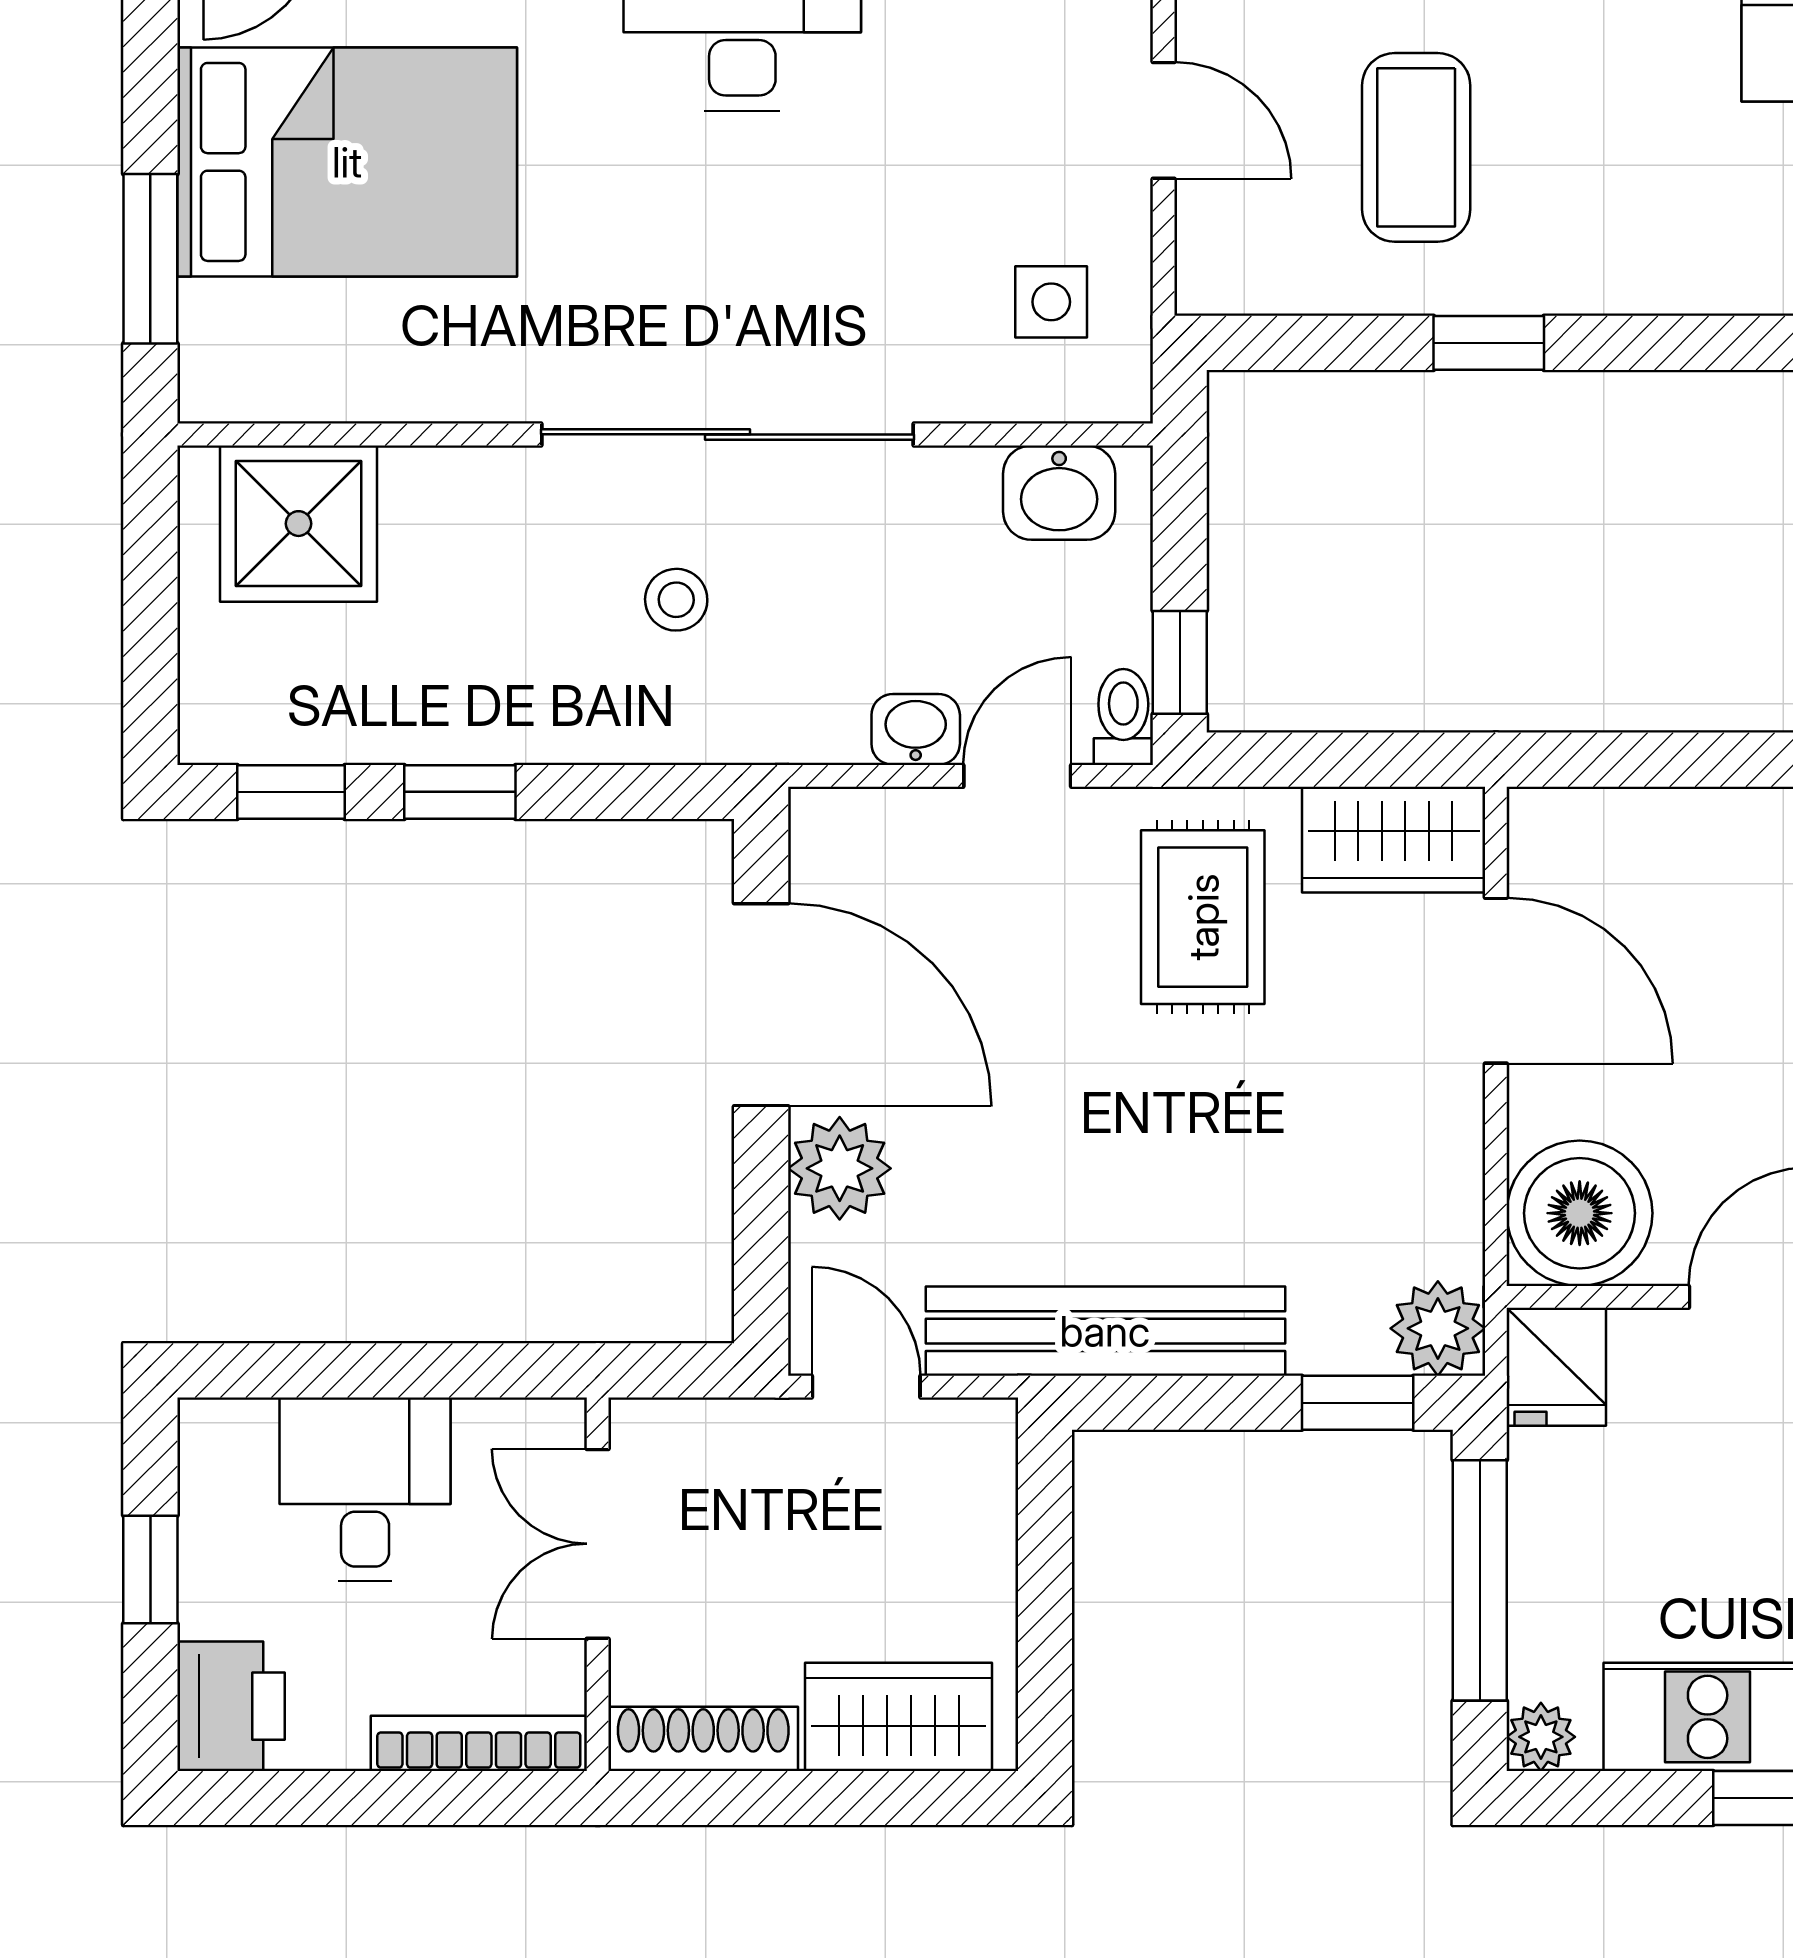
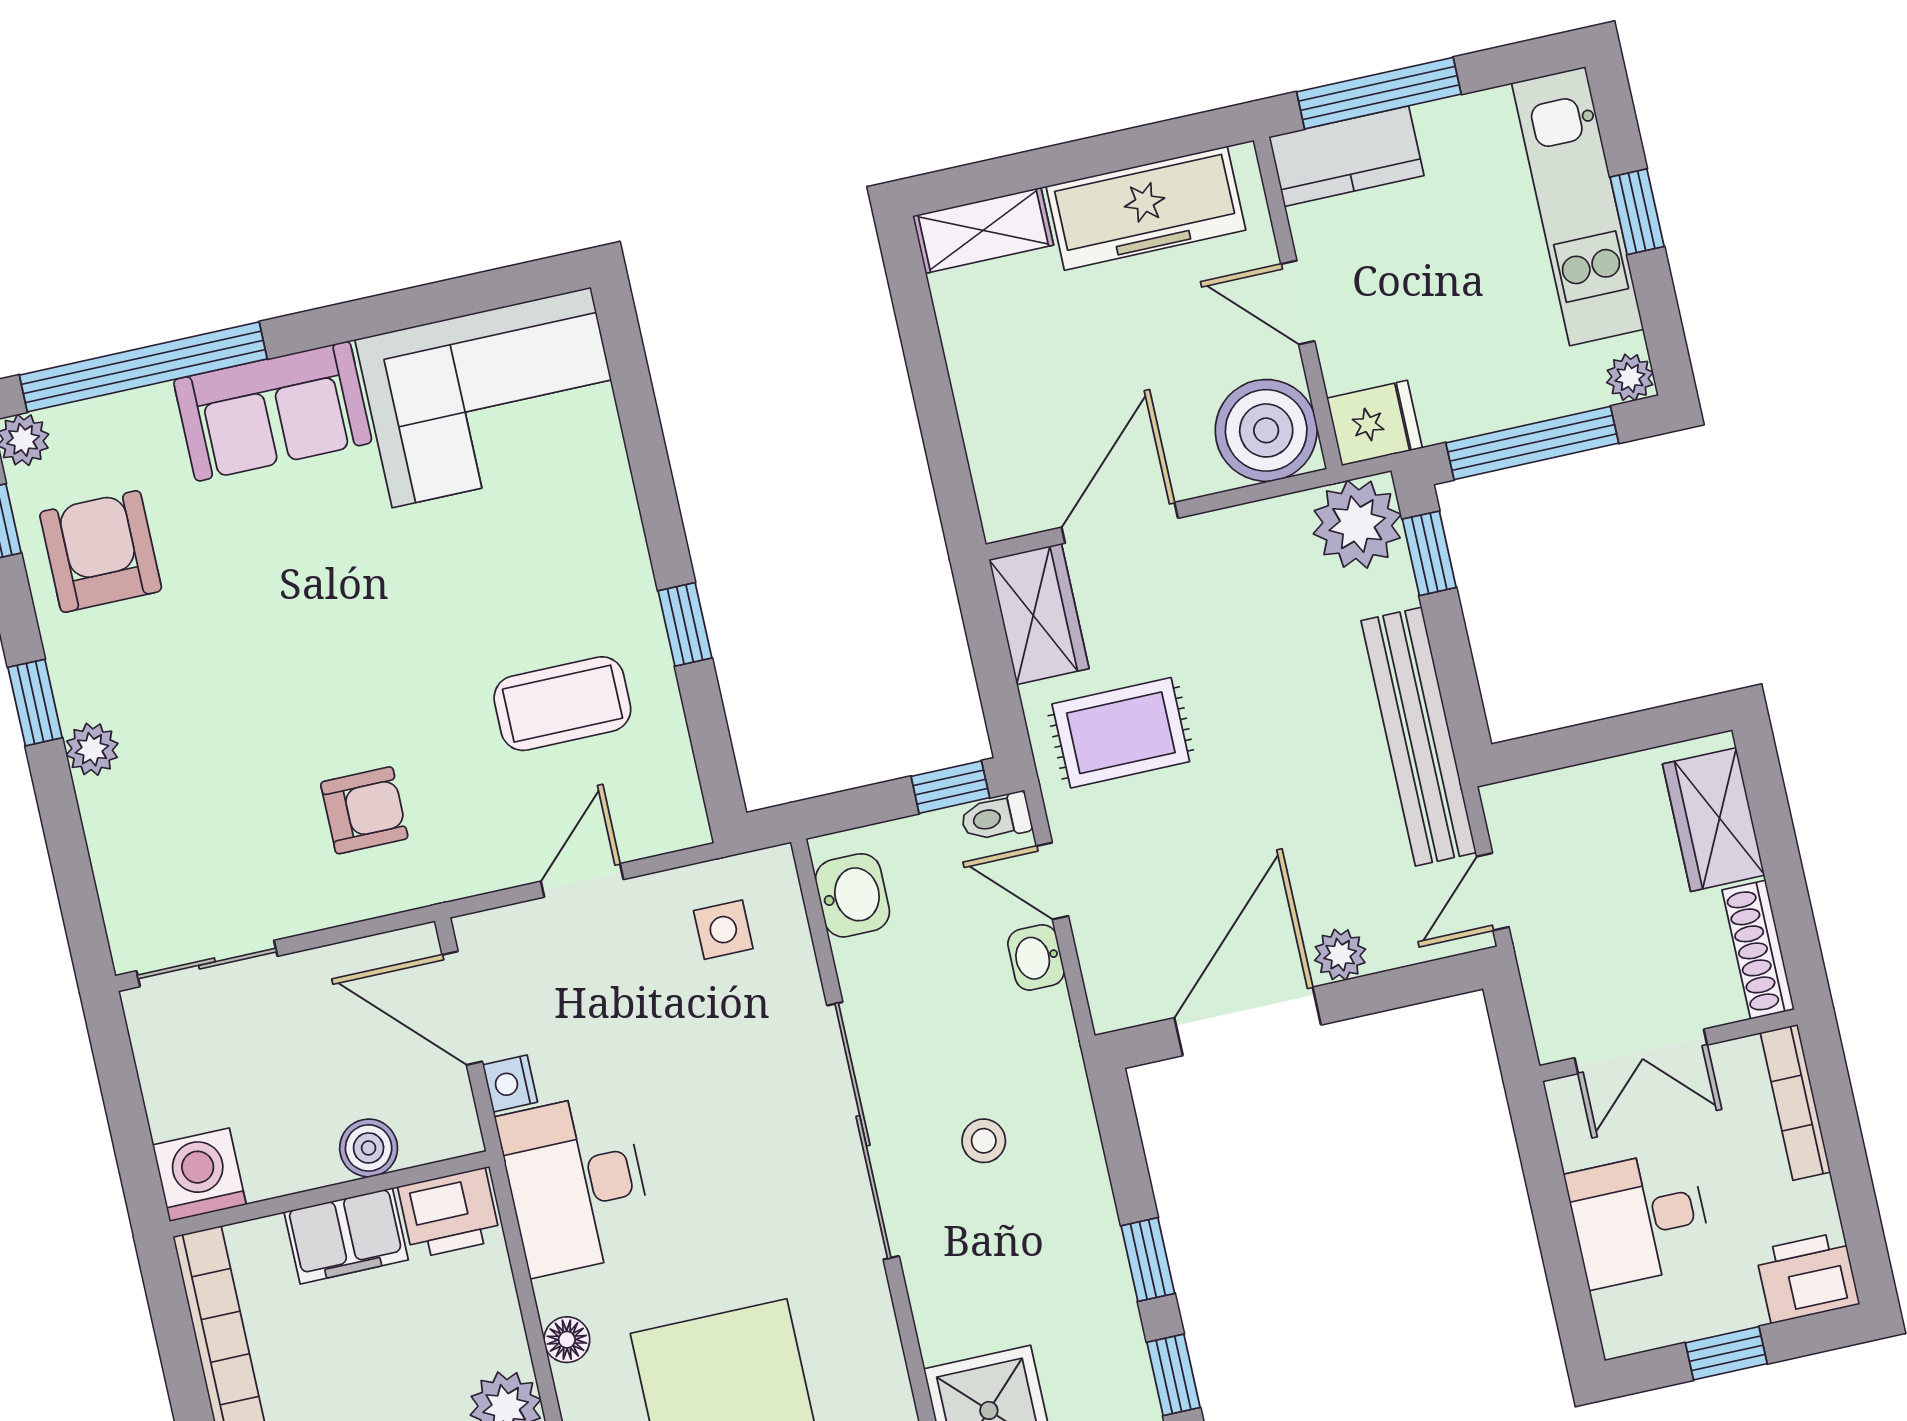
plant: (840, 1168) -> (1340, 955), width x0.73, depth x0.73
plant: (1438, 1328) -> (1357, 524), width x1.36, depth x1.36

